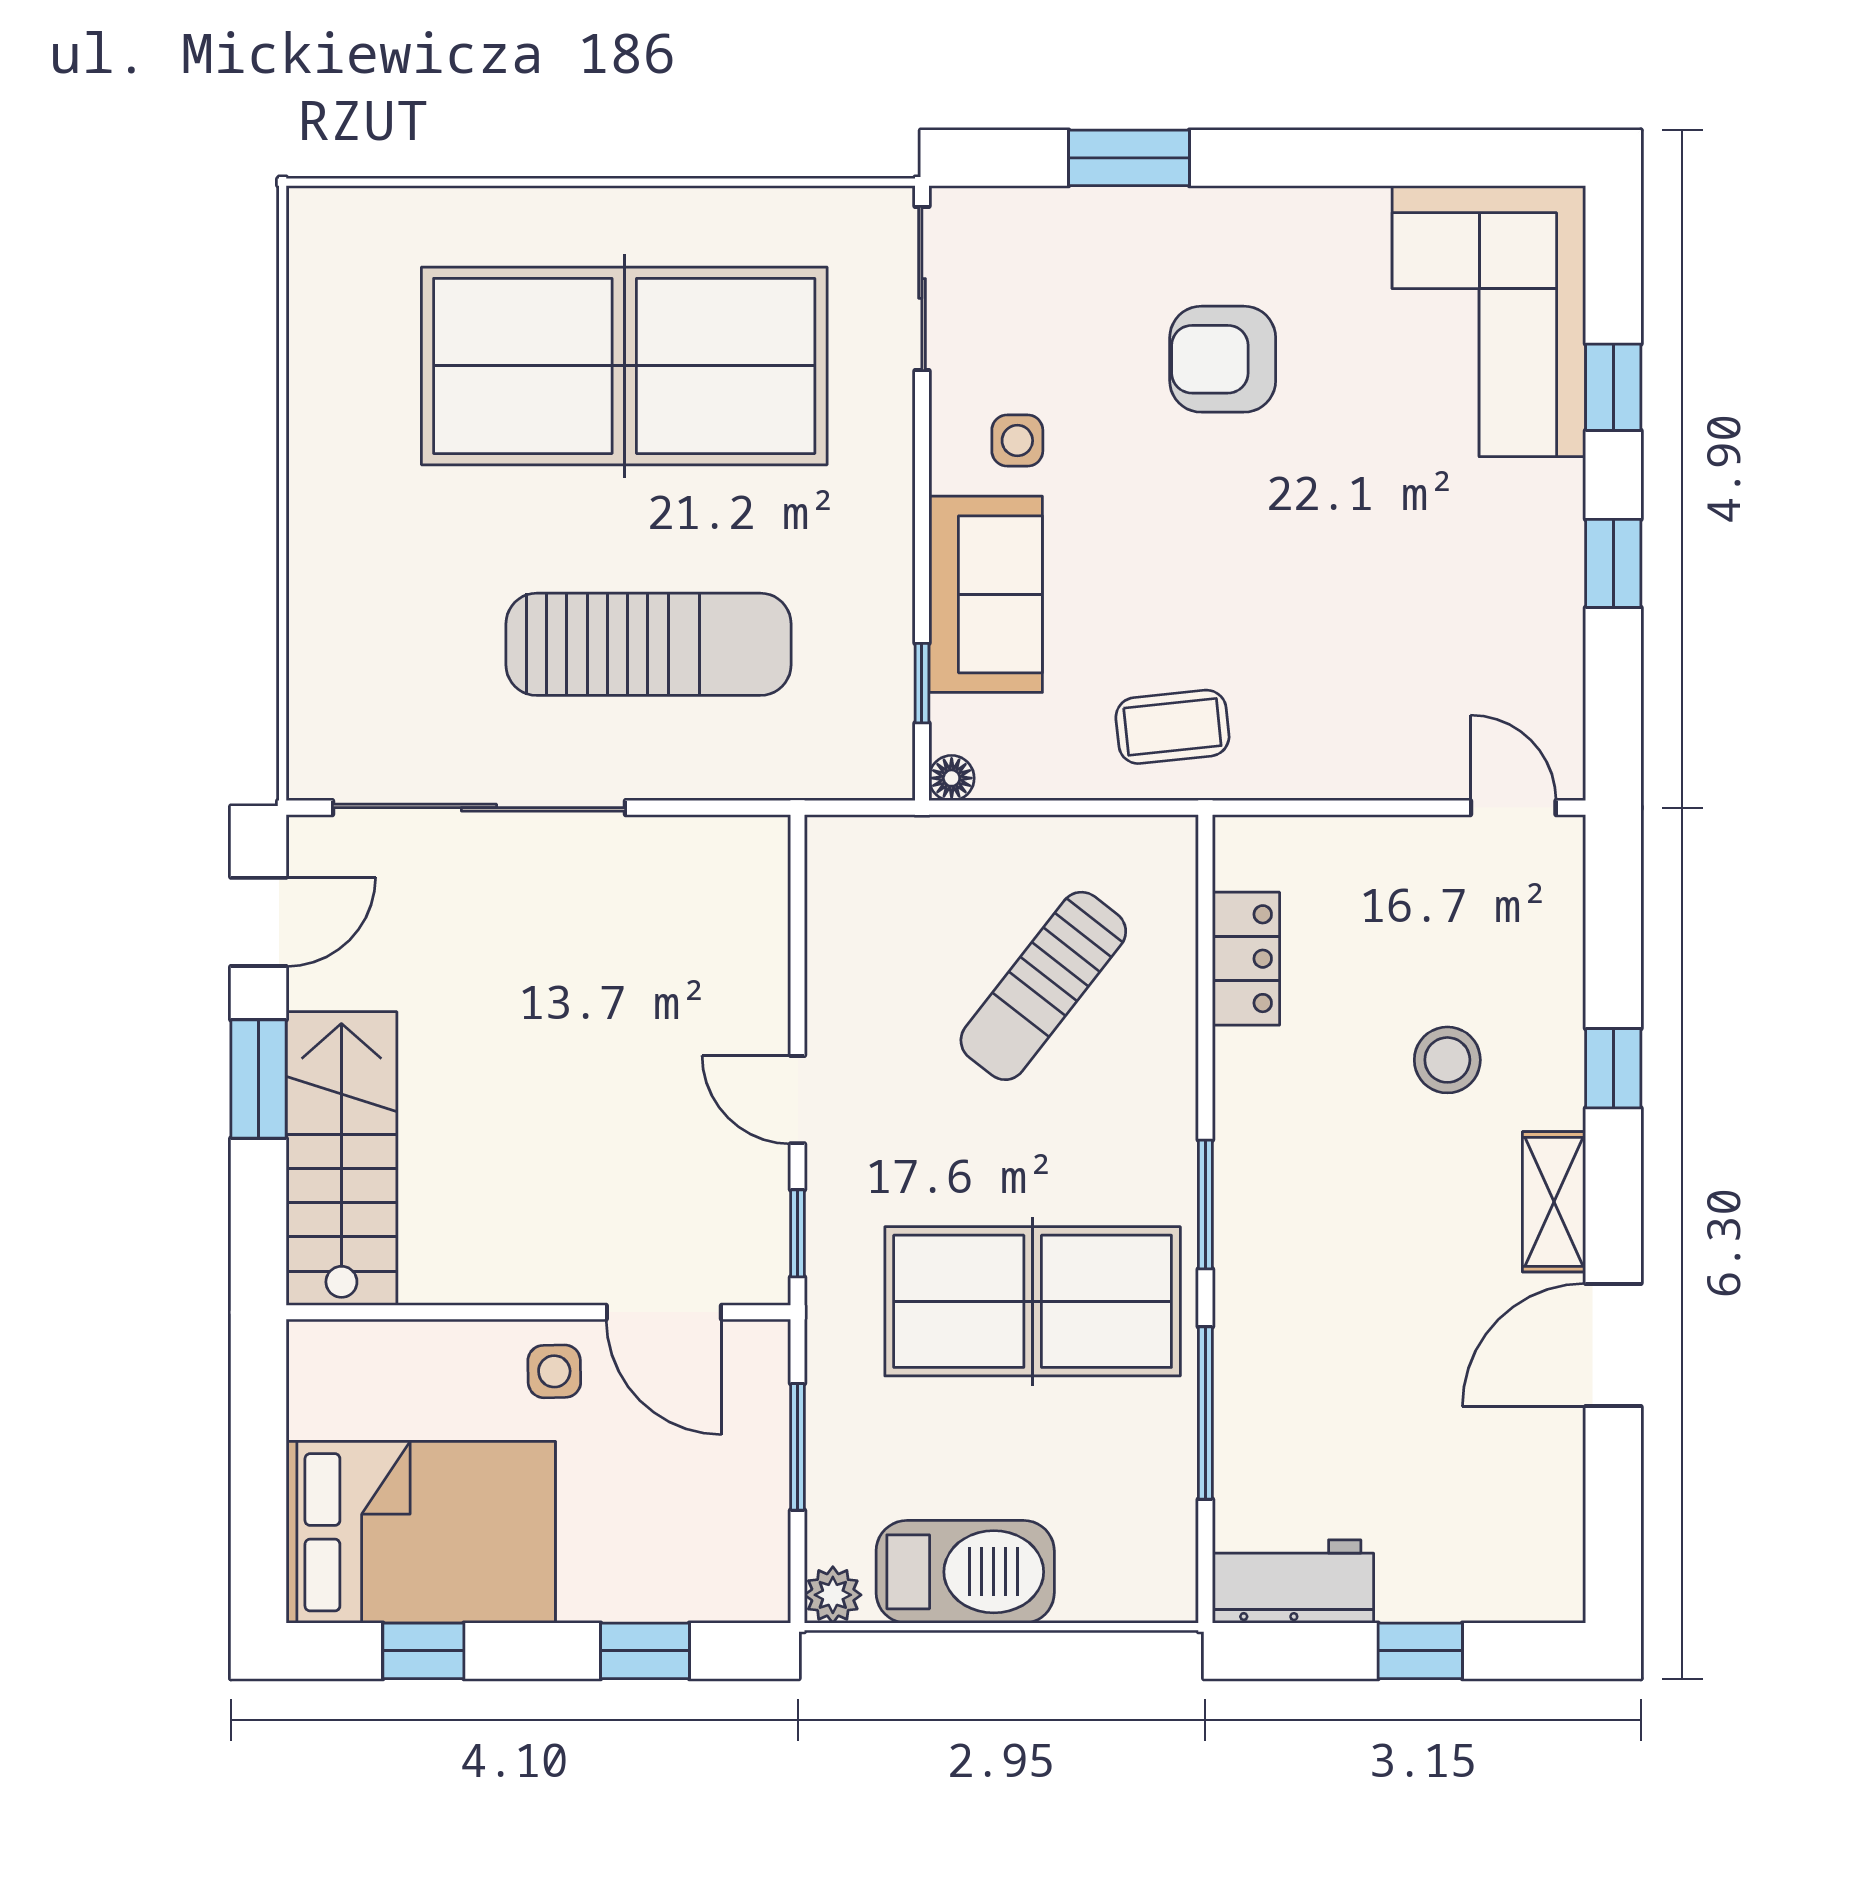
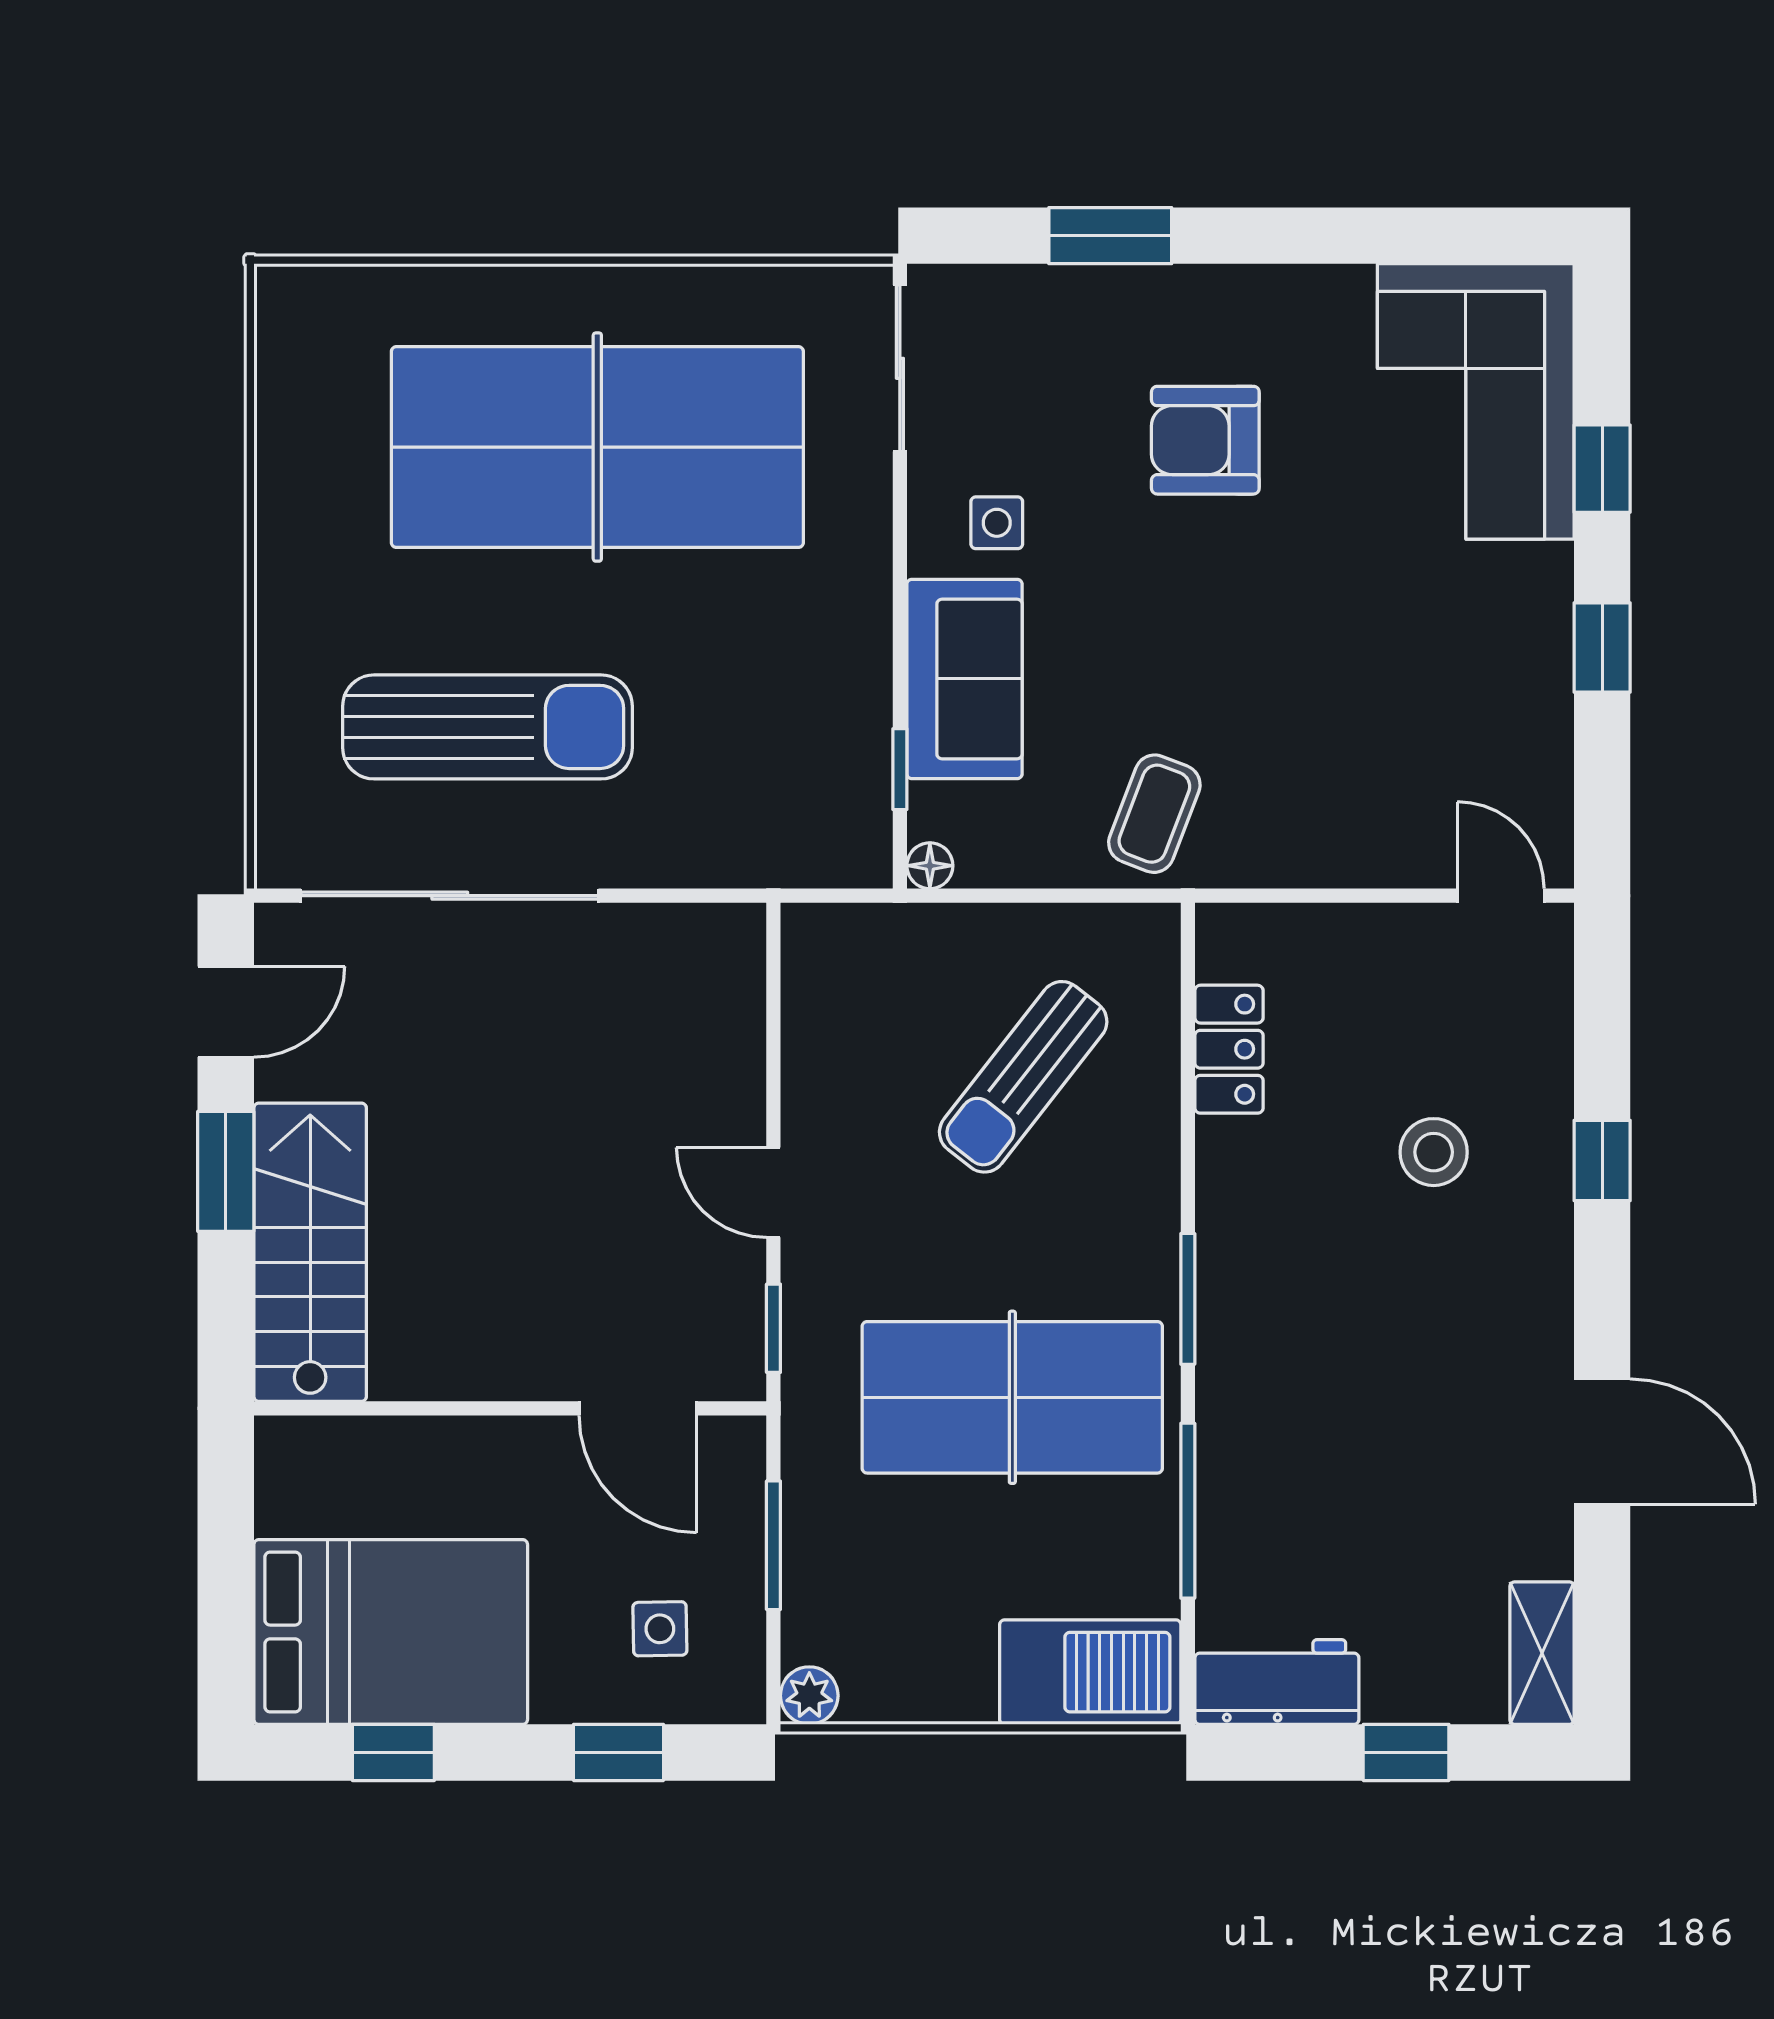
sun lounger: (648, 644) -> (487, 727), moved
coffee table: (1172, 727) -> (1154, 814), turned -63
shelving: (1554, 1202) -> (1542, 1653), moved
door: (1613, 1345) -> (1602, 1442), swing flipped
side table: (554, 1371) -> (660, 1629), moved
barbecue: (965, 1572) -> (1090, 1672), moved

